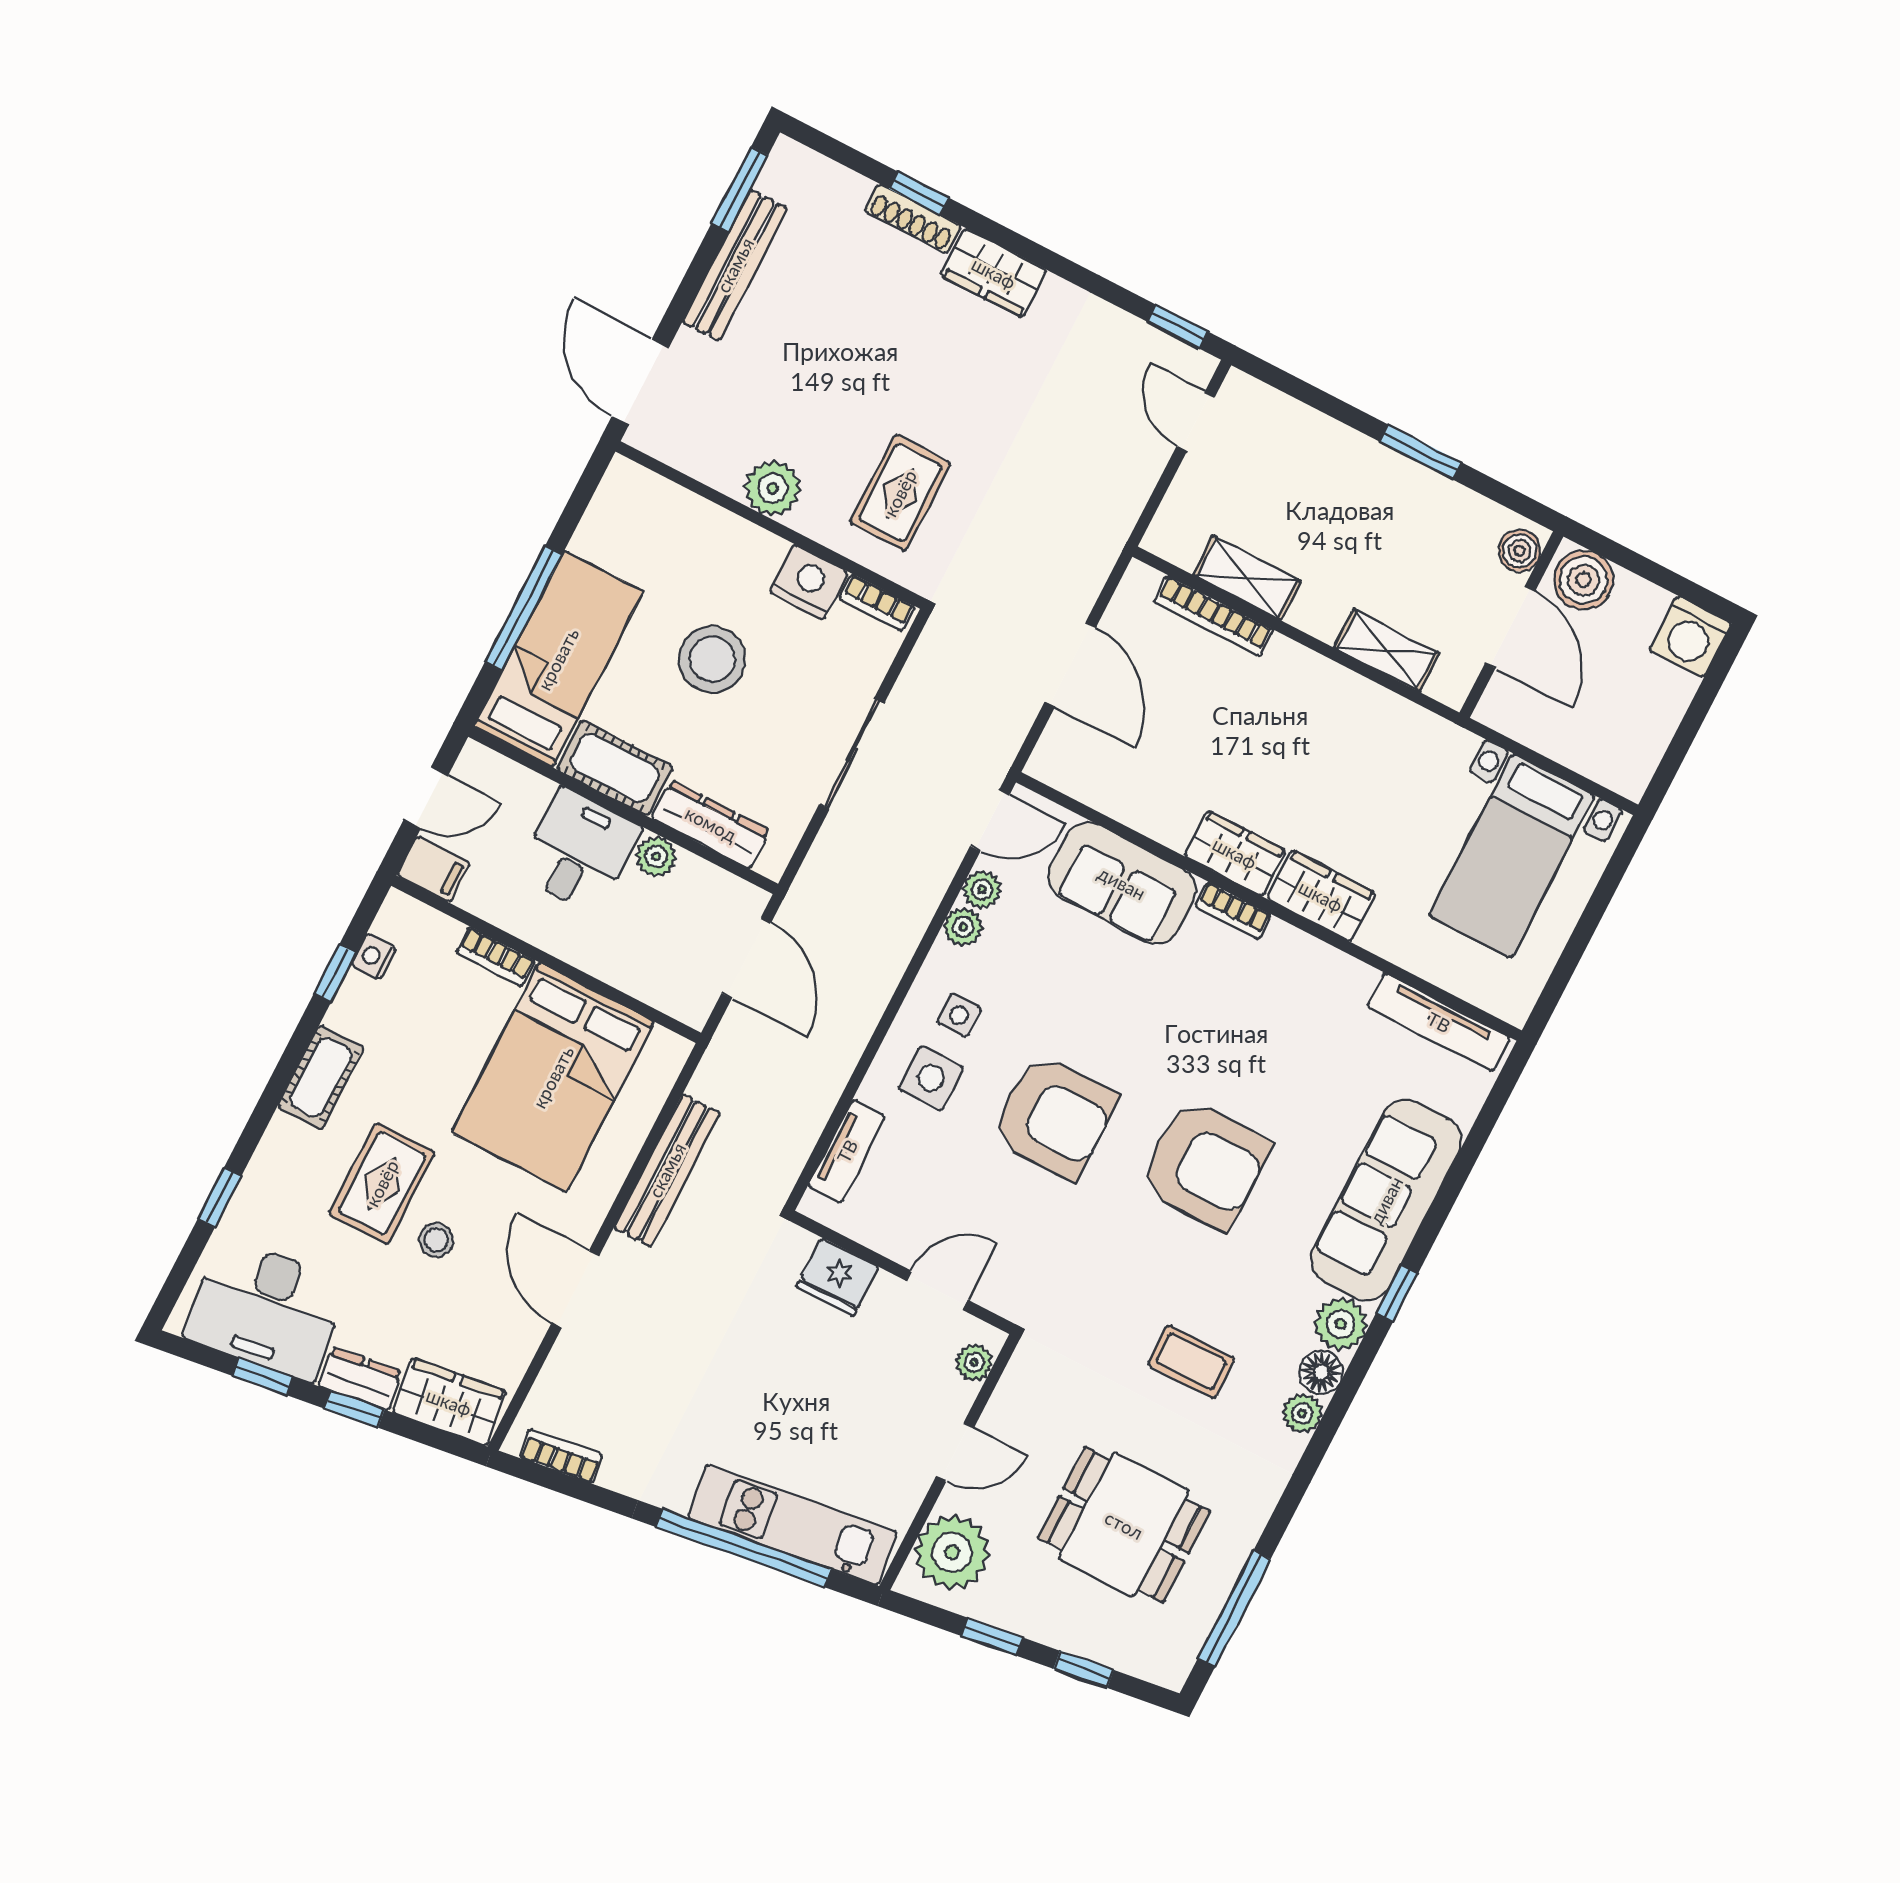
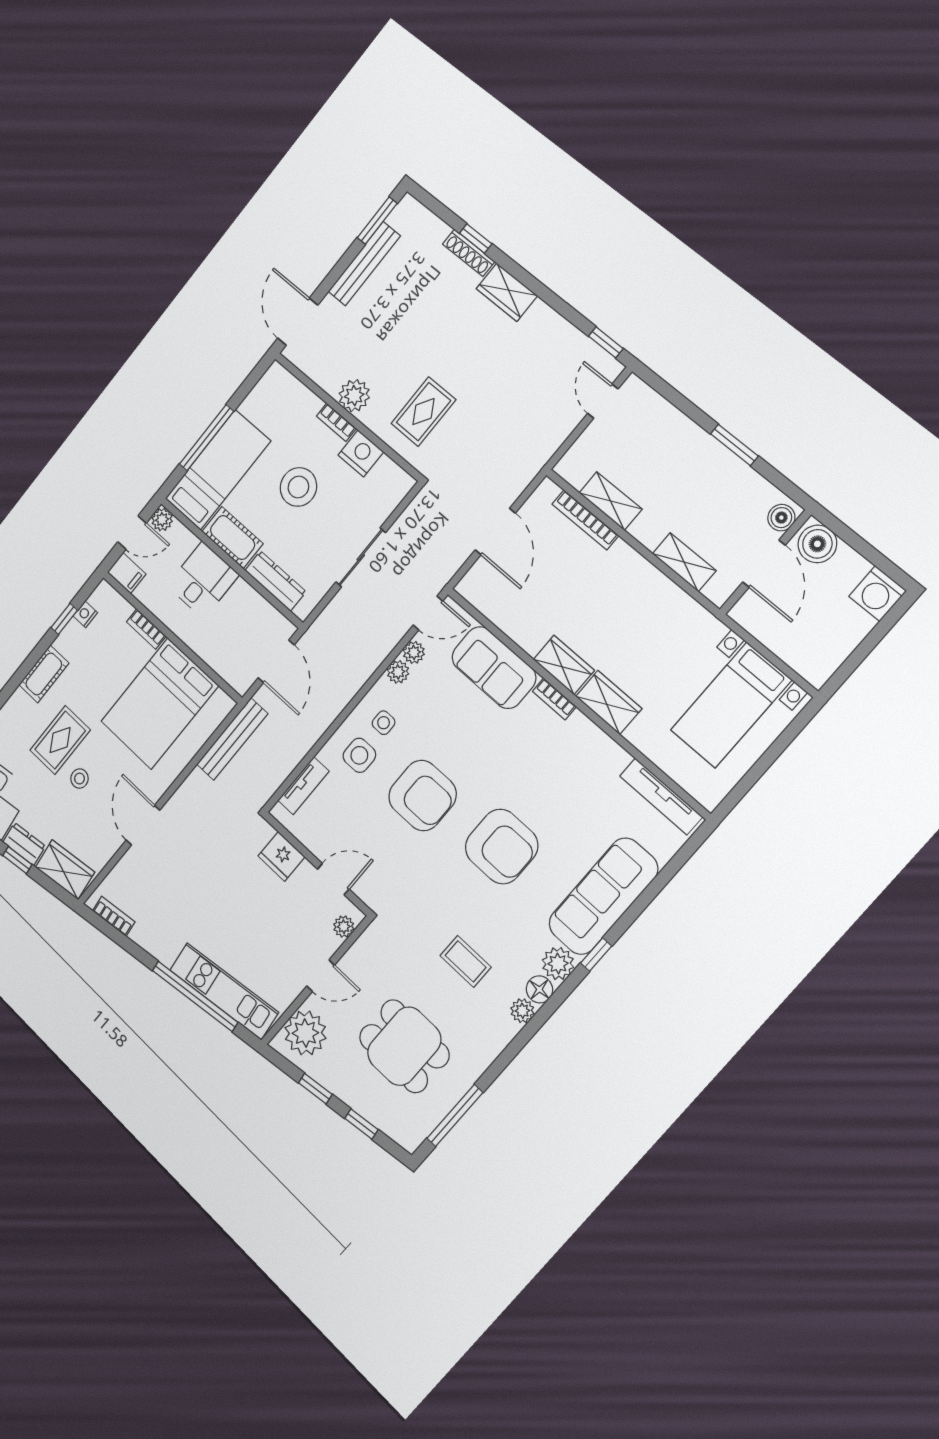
bookcase: (877, 603) -> (336, 422), moved
plant: (656, 857) -> (162, 520), moved
bench: (667, 1170) -> (232, 739), moved

